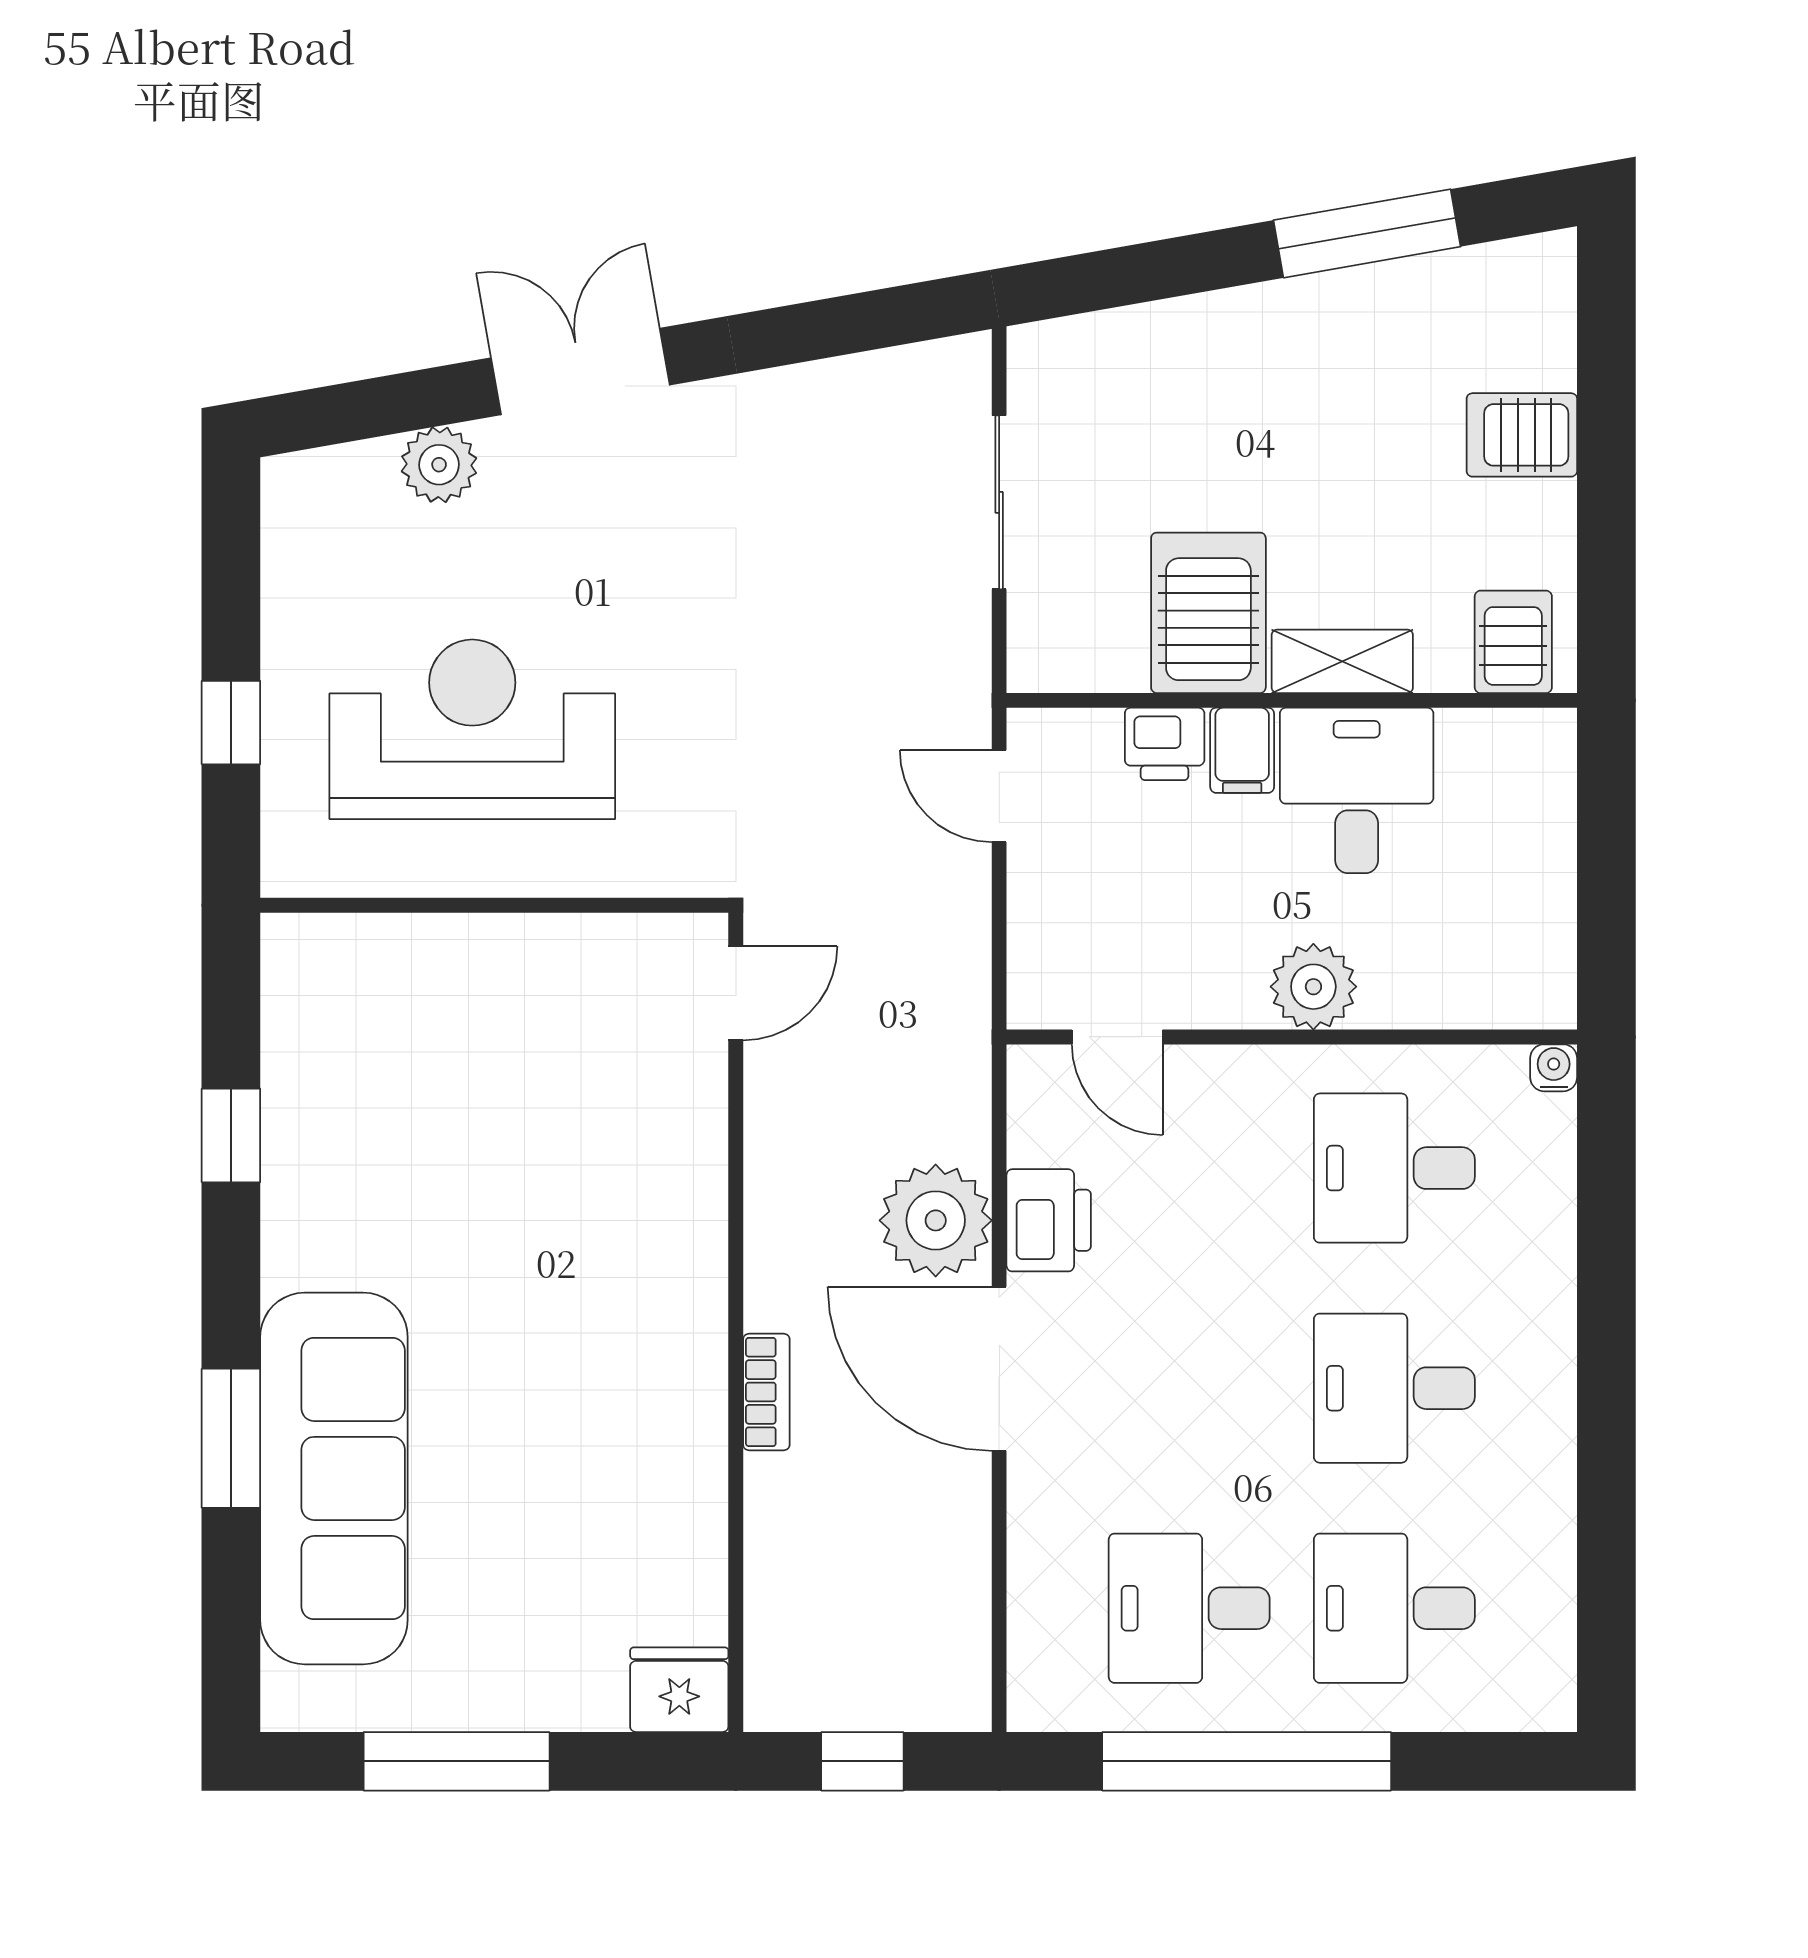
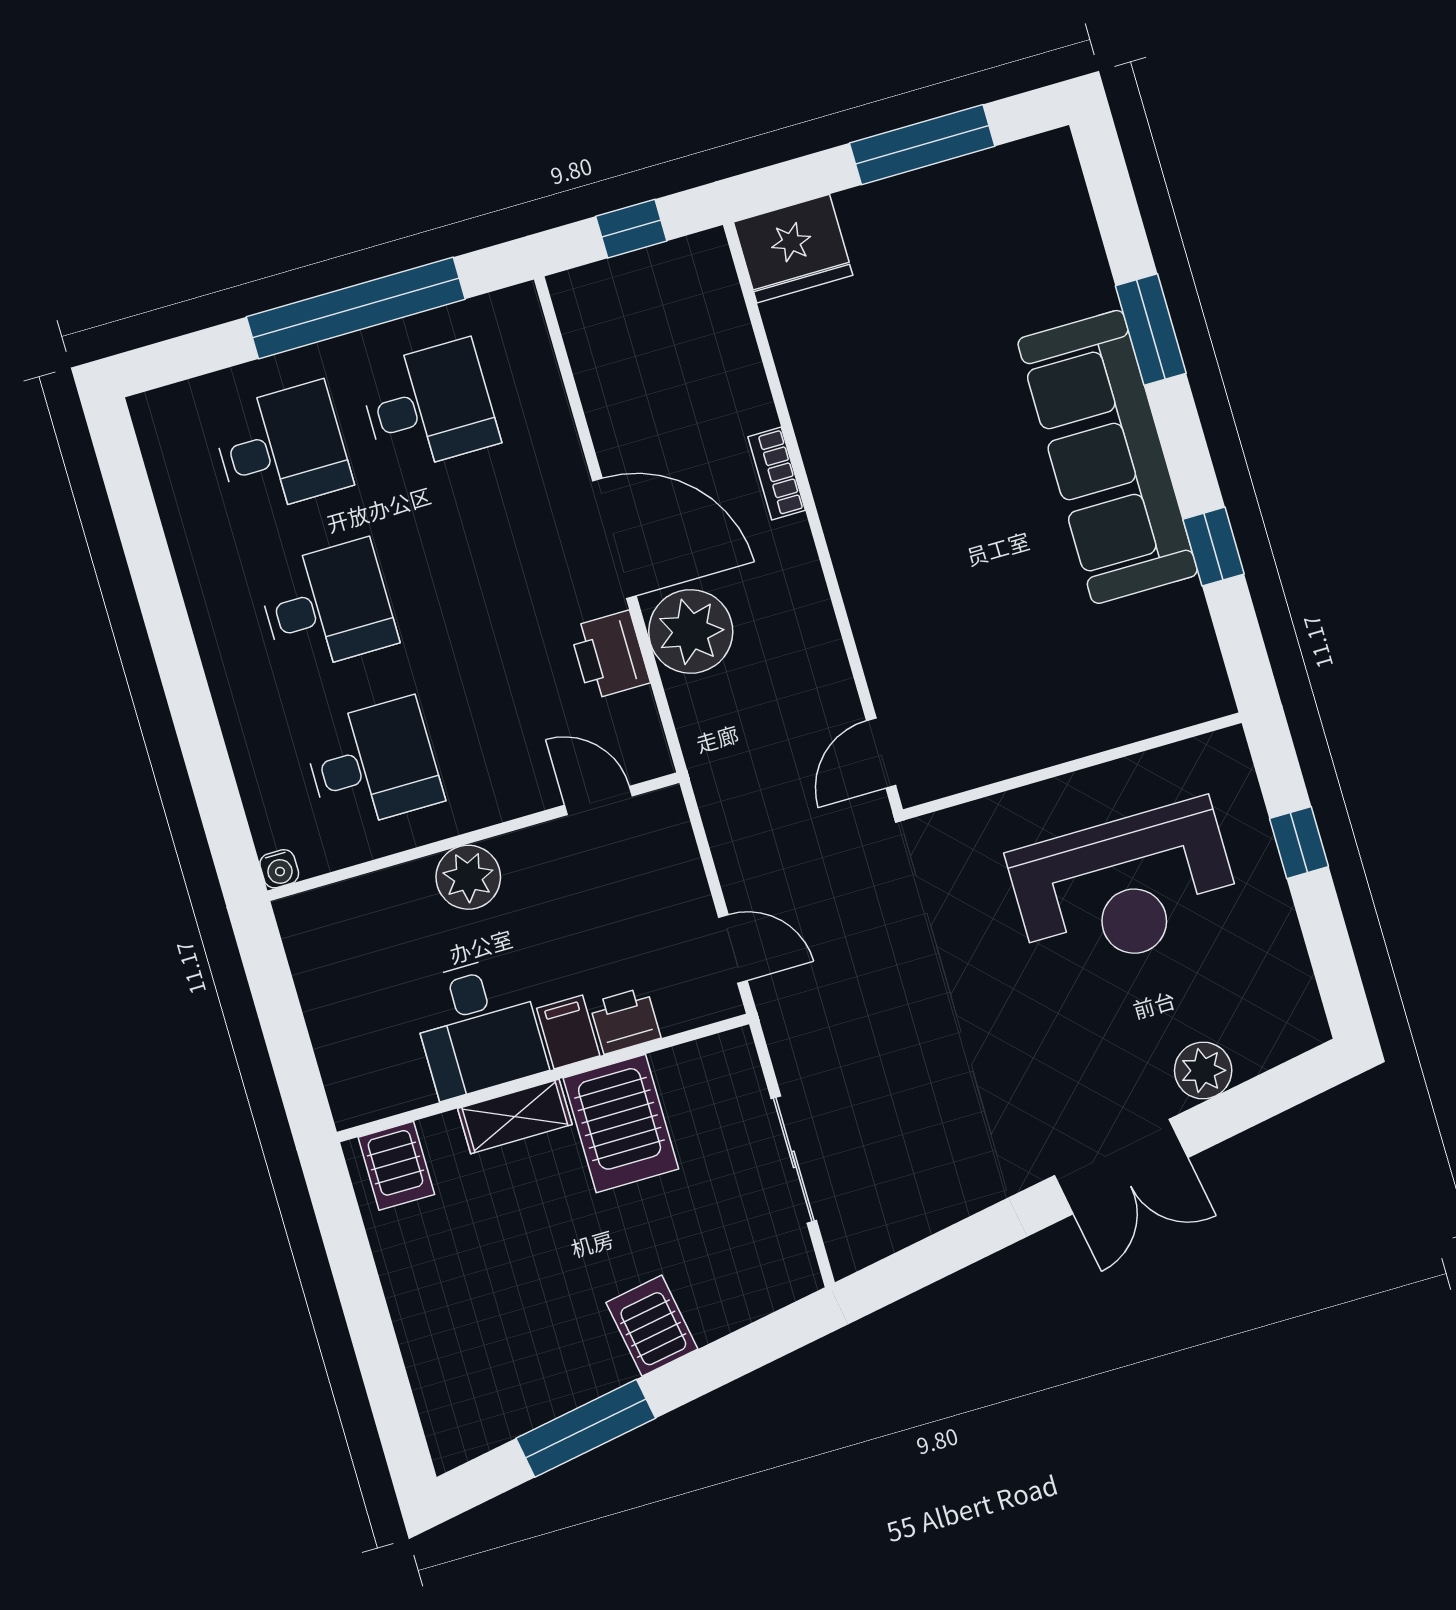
server rack: (1522, 435) -> (652, 1326), moved, turned -100
sofa: (334, 1478) -> (1108, 457), moved
fridge: (679, 1690) -> (793, 249), width x1.36, depth x1.34

